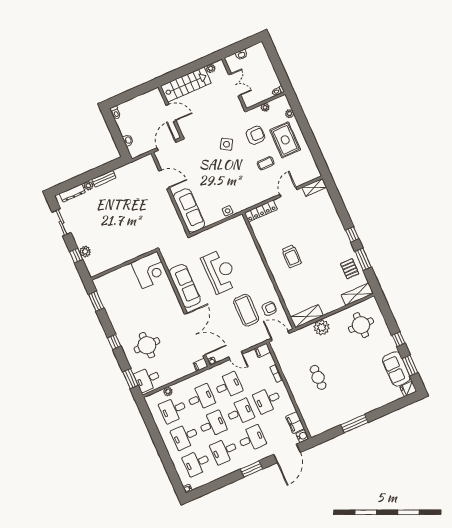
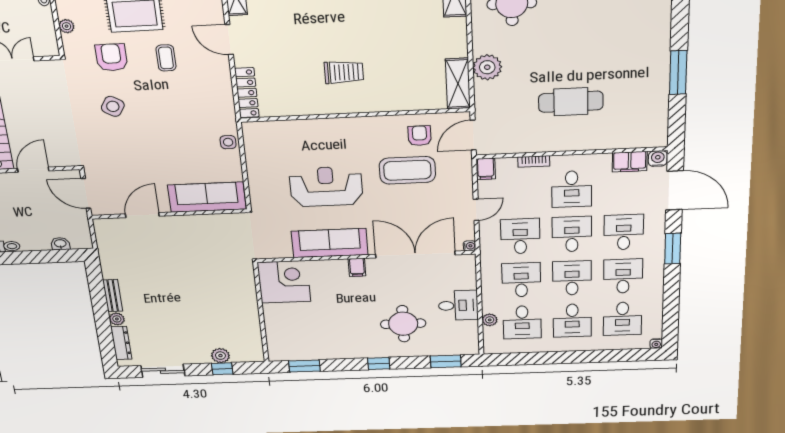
filing cabinet: (201, 365) -> (357, 267), moved
cafe table: (318, 377) -> (571, 102), width x1.37, depth x1.35
desk: (148, 379) -> (458, 305), moved, turned -90
desk: (224, 451) -> (623, 276), turned 180

